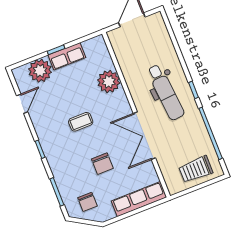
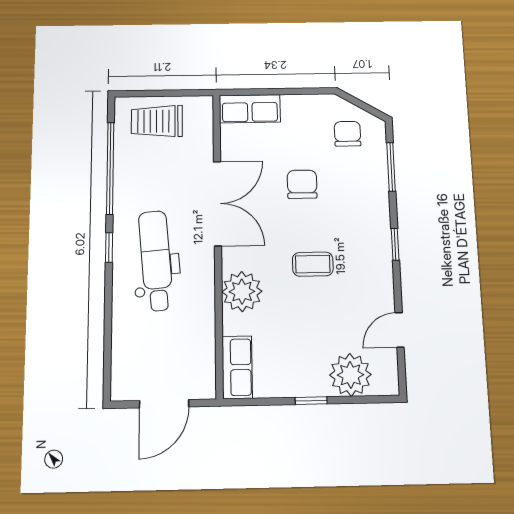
row of seats: (67, 56) -> (237, 367), moved, turned 90
plant: (109, 82) -> (242, 292), moved
trolley: (196, 169) -> (157, 121), turned 180
row of seats: (139, 199) -> (250, 109), width x0.68

